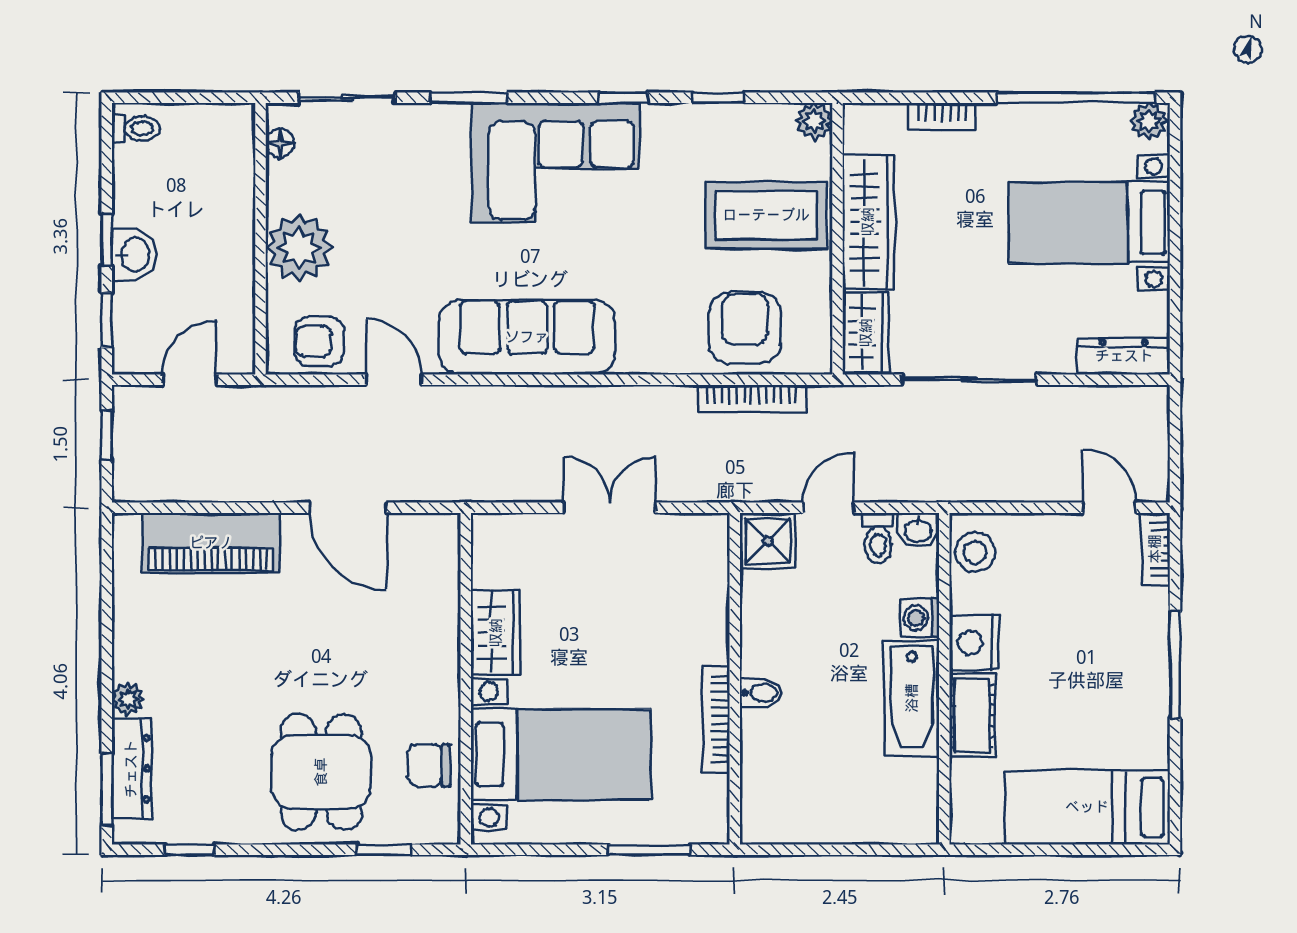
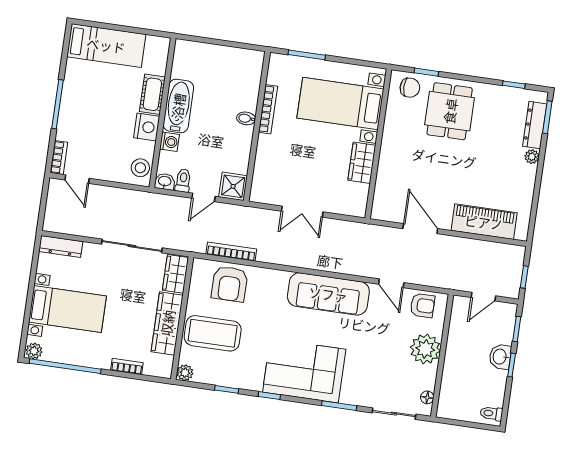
chair: (429, 765) -> (410, 88), moved

